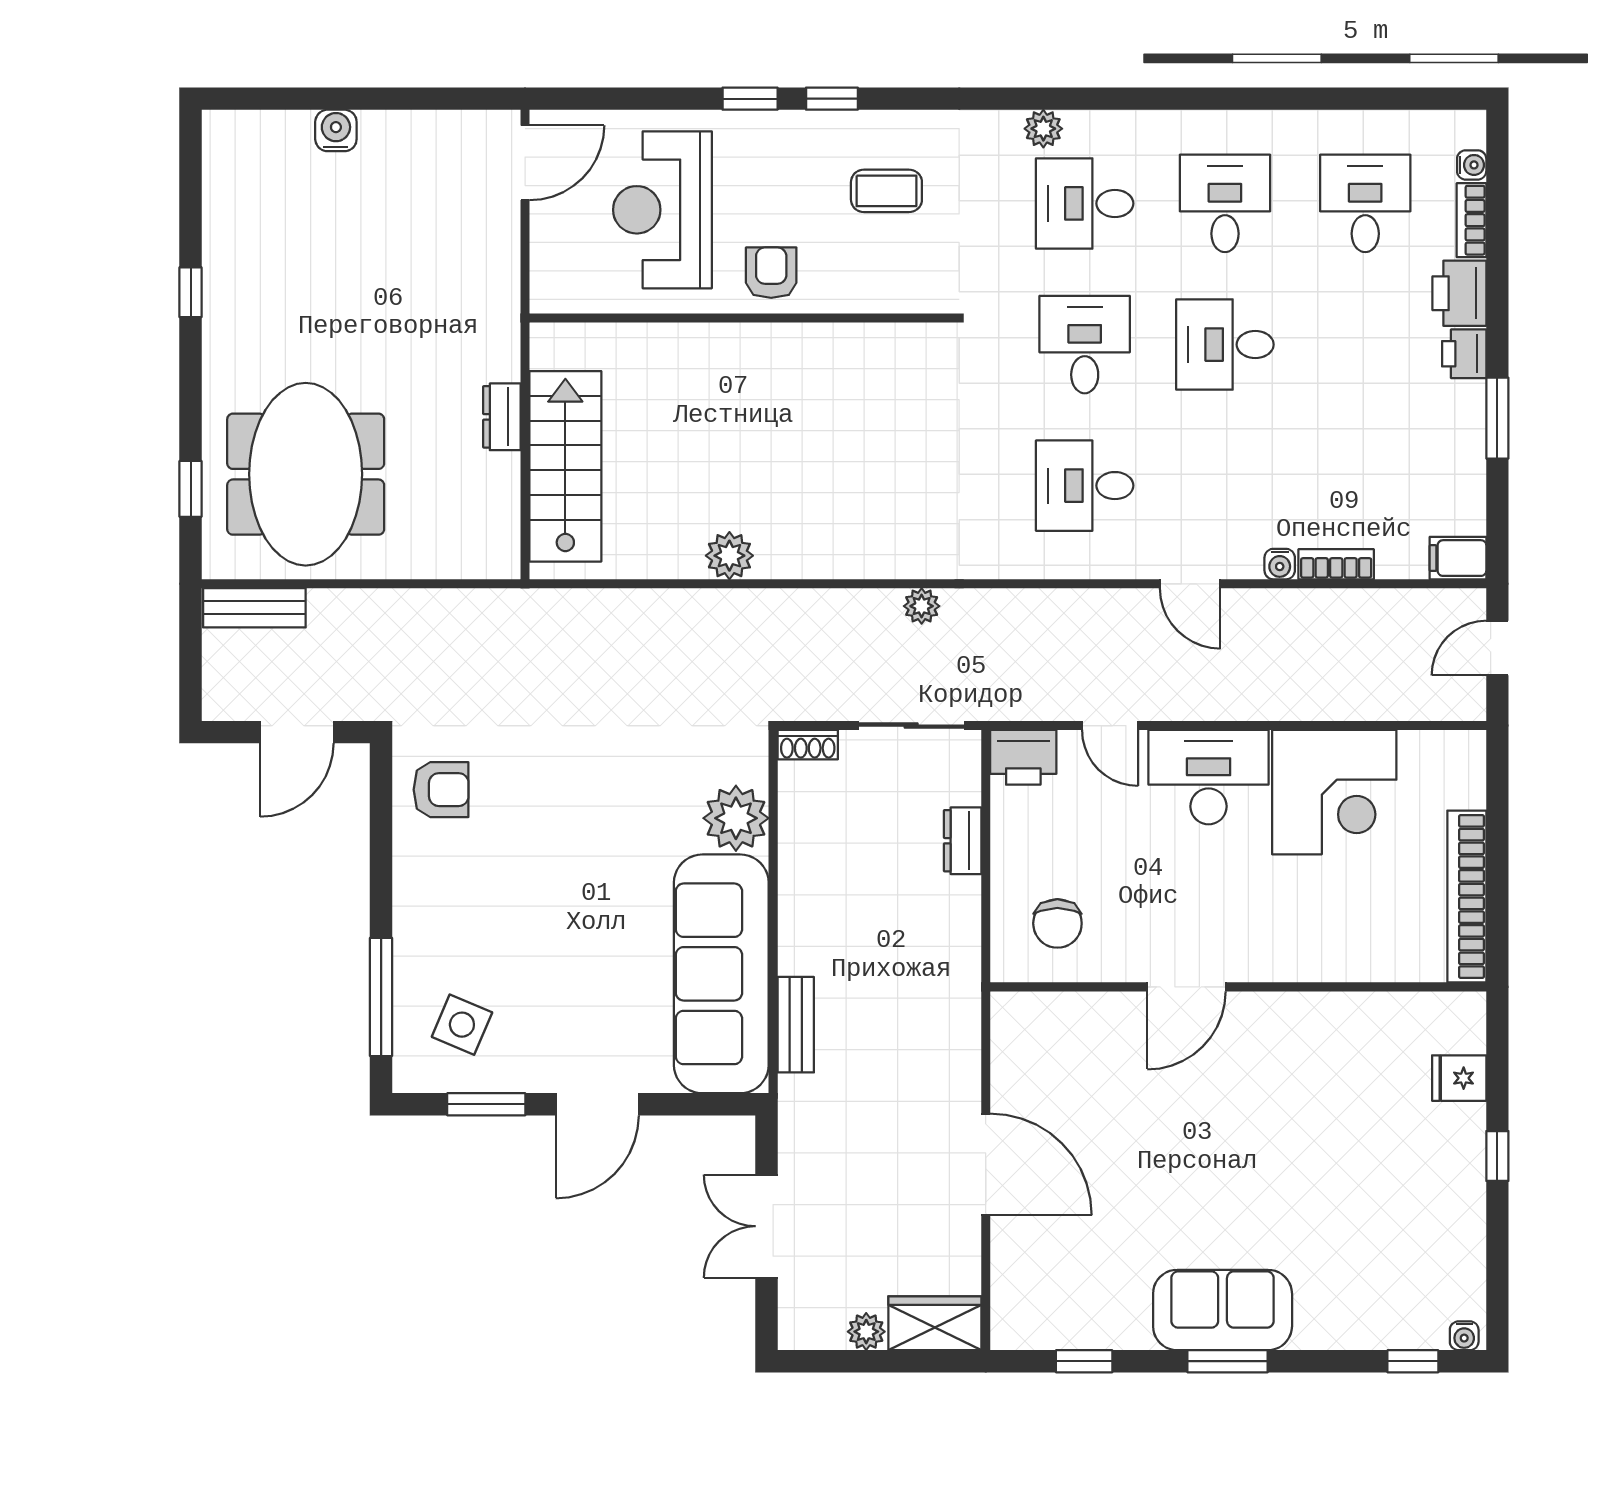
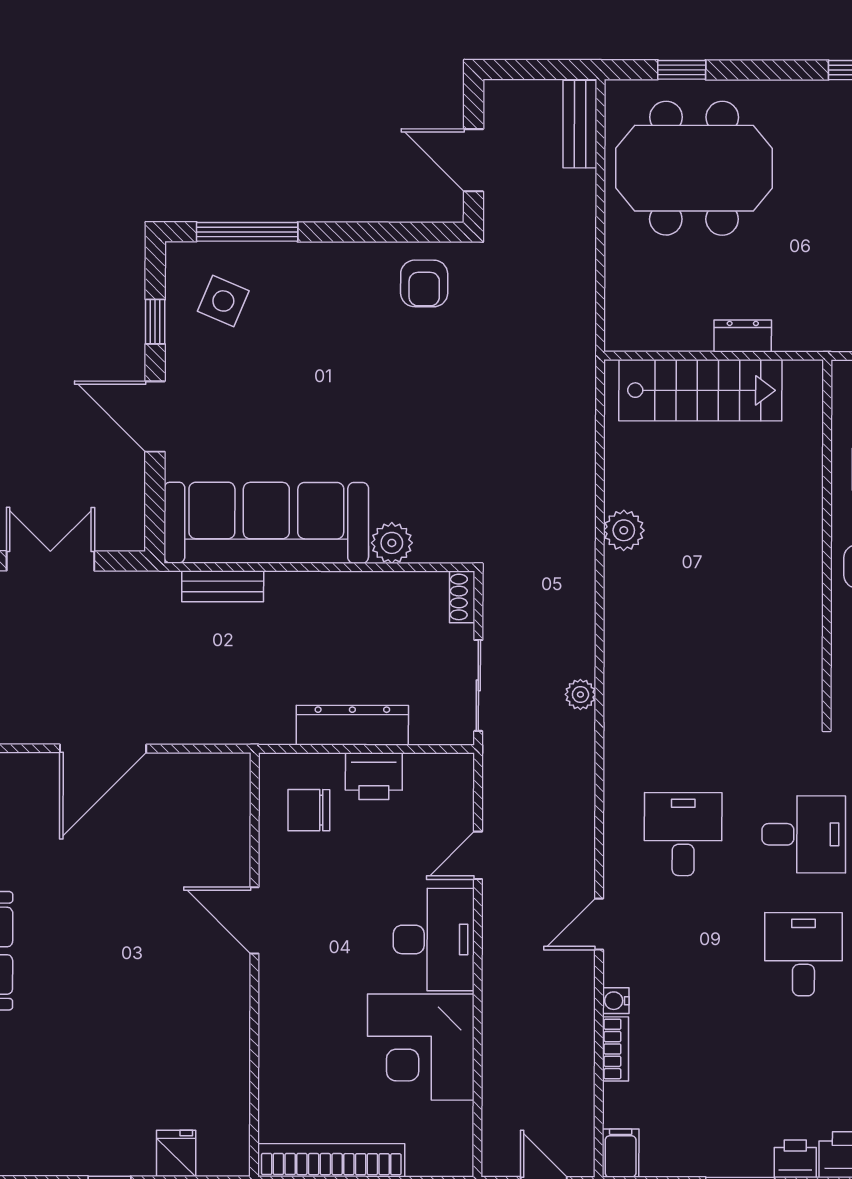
printer: (1023, 757) -> (374, 776), moved, turned -90
plant: (736, 818) -> (392, 543), width x0.73, depth x0.73
dresser: (963, 841) -> (352, 725), width x1.96, depth x1.24
window: (486, 1104) -> (155, 322), width x0.67

